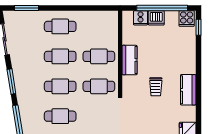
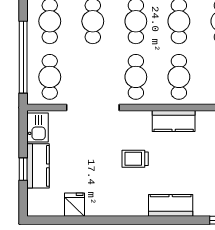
kitchen counter: (188, 90) -> (171, 205), moved

